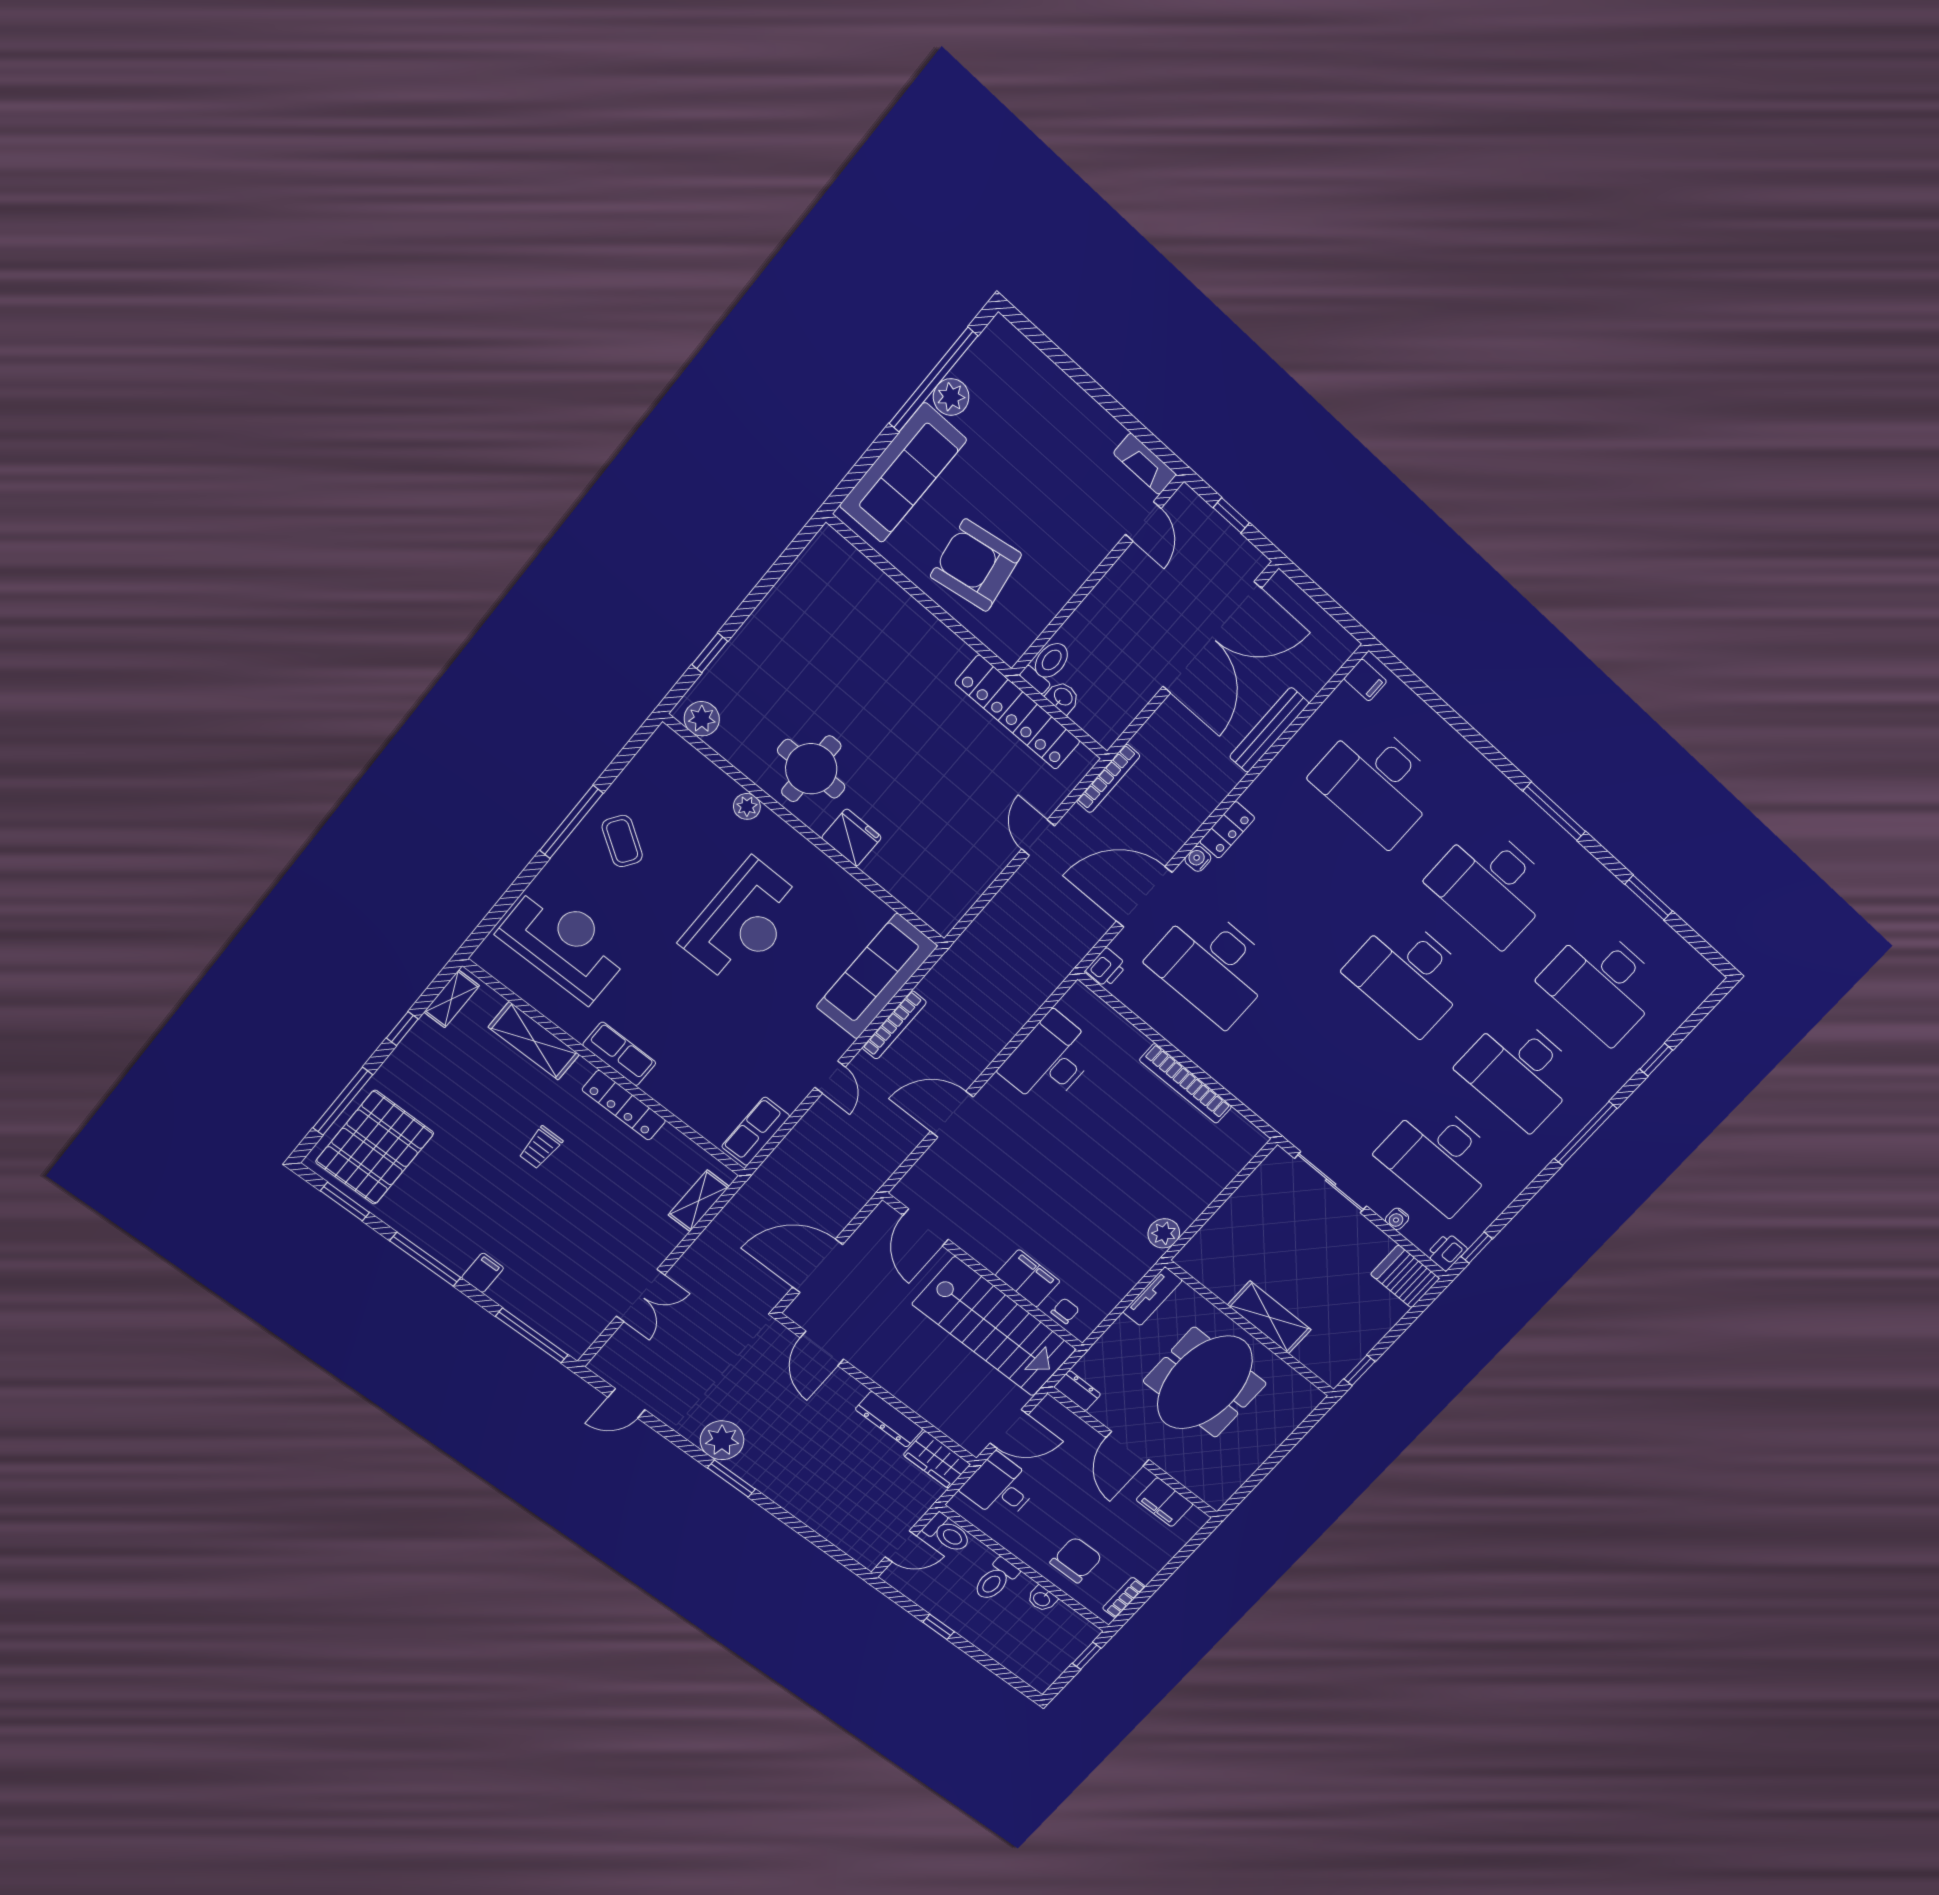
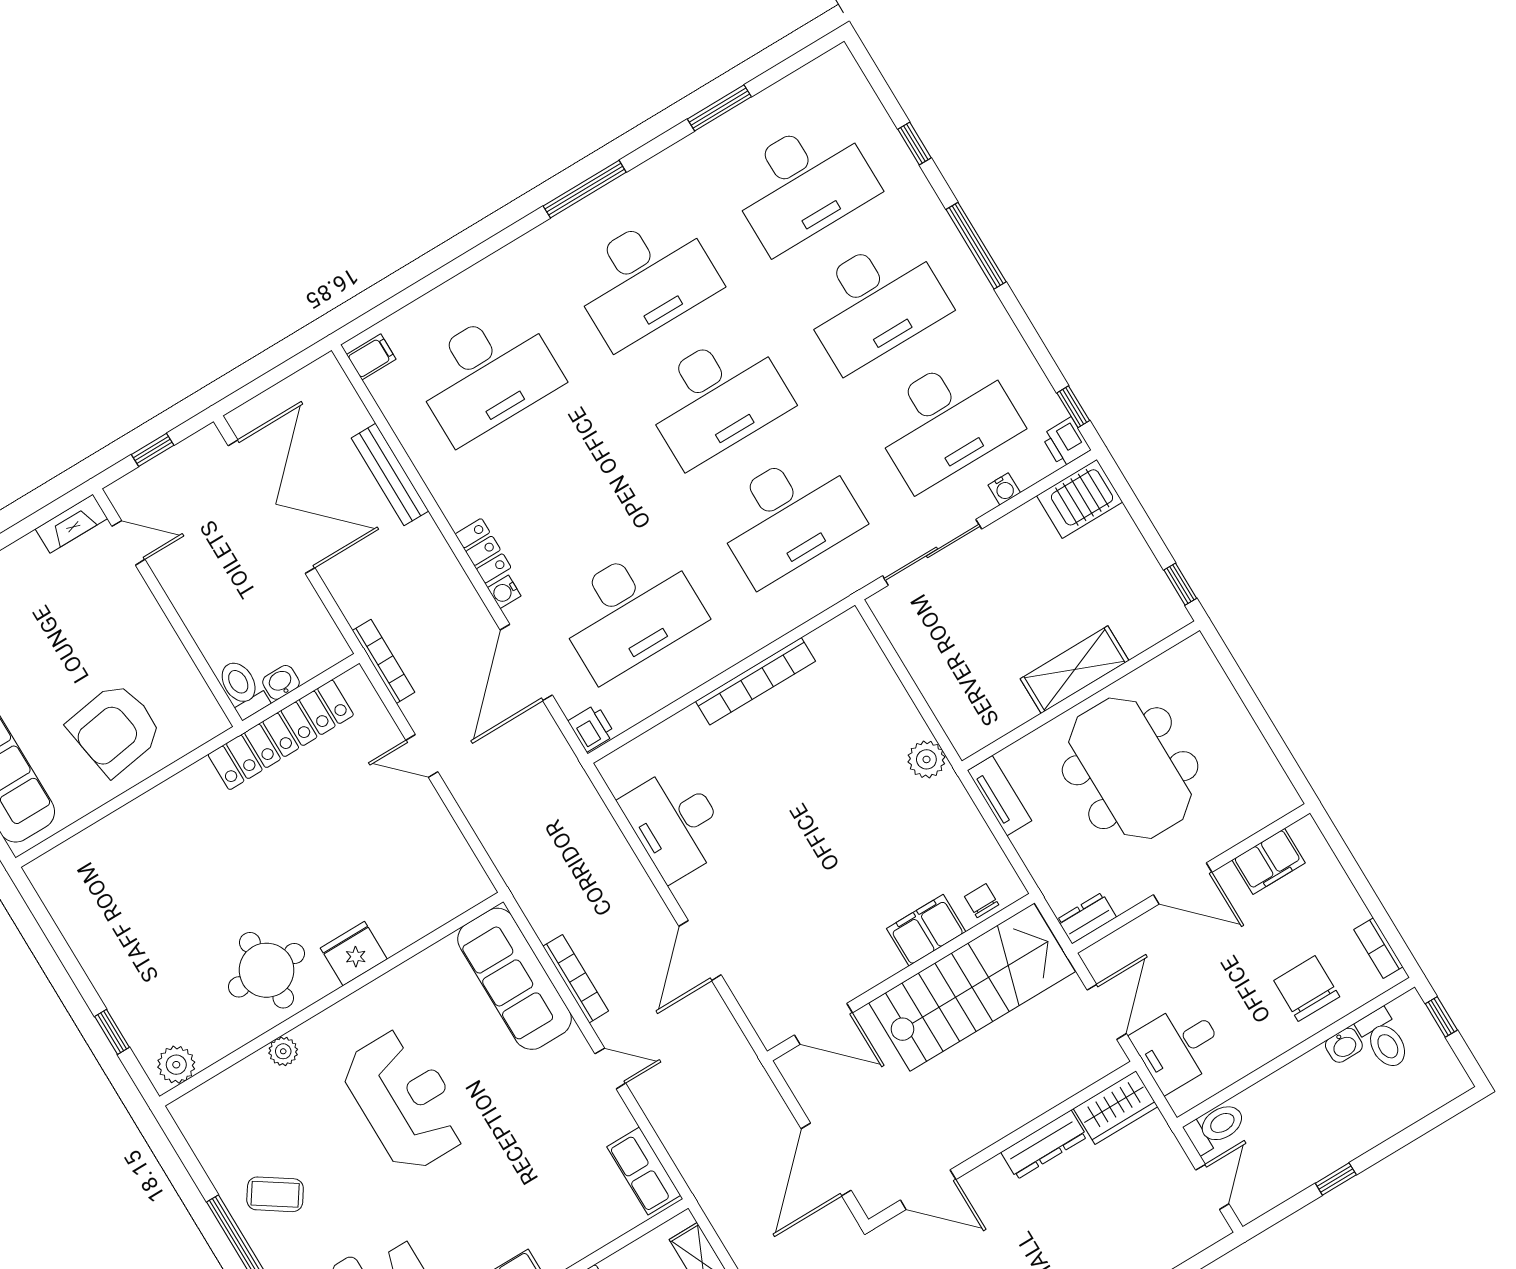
desk: (1328, 1063) -> (787, 516), added
toilet: (996, 1580) -> (1384, 1039), moved

